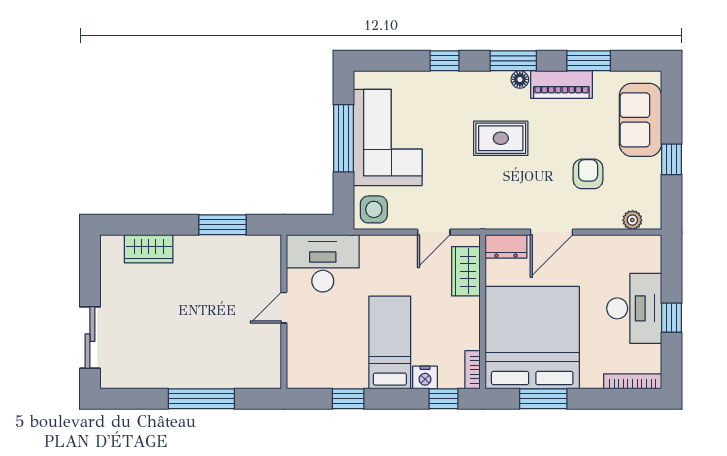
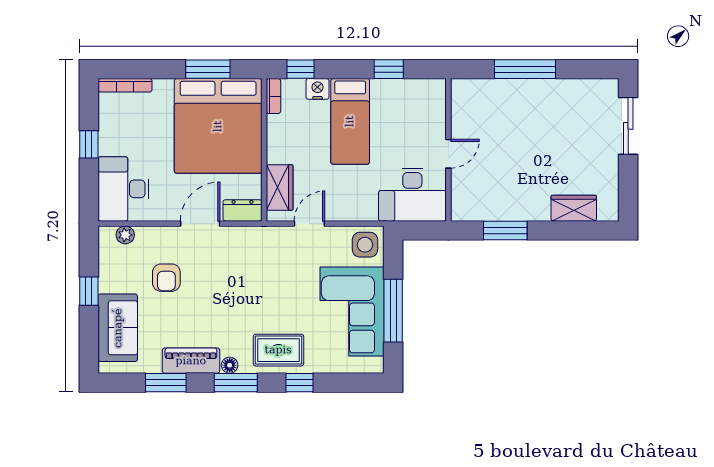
rug: (501, 138) -> (278, 350), moved
desk: (634, 308) -> (124, 189), moved

